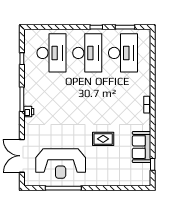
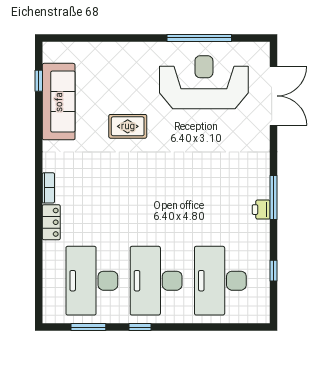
locker: (146, 85) -> (51, 222), added
printer: (29, 112) -> (261, 210), moved
sofa: (142, 147) -> (59, 102), width x1.36

